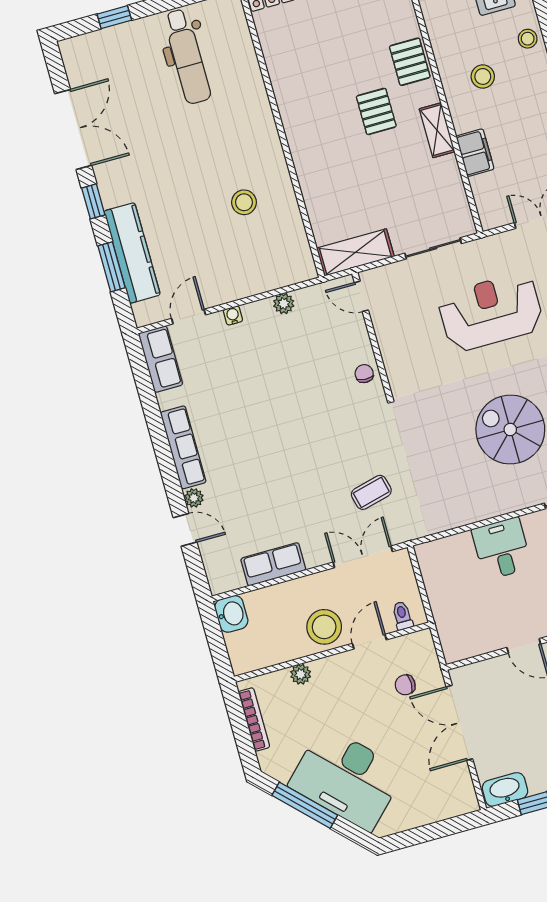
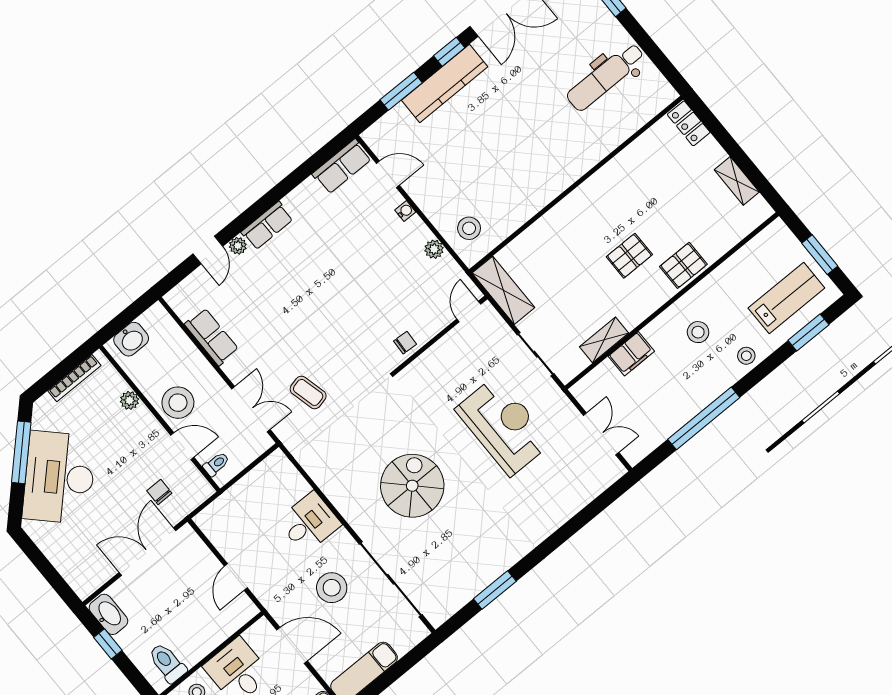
shelving: (437, 130) -> (604, 340), moved
stool: (244, 202) -> (469, 228), moved
kitchen counter: (132, 253) -> (445, 84), moved
row of seats: (183, 447) -> (267, 226), width x0.68
washbasin: (231, 614) -> (131, 339), moved

